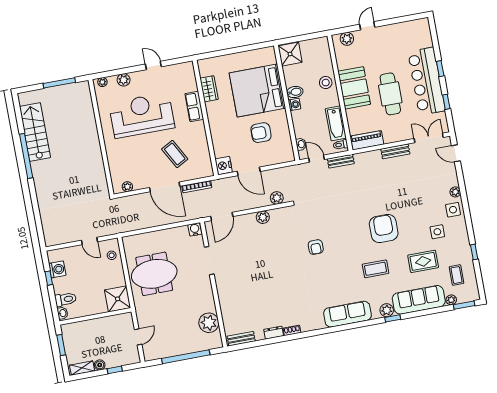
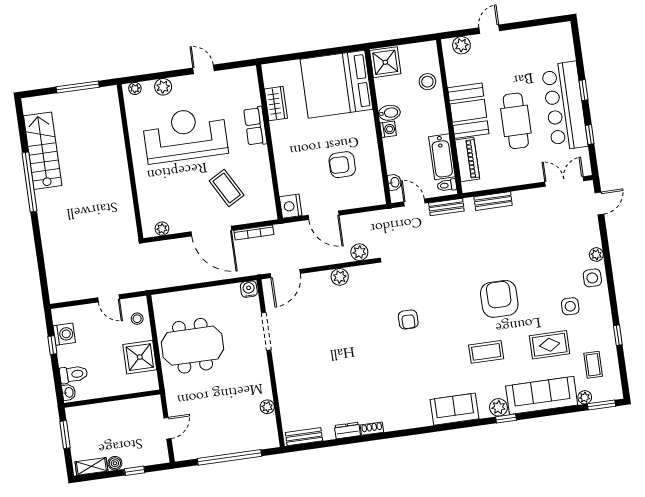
stool: (326, 83) -> (427, 82), moved
bed: (257, 91) -> (337, 84), moved
piano: (367, 140) -> (467, 160), moved, turned 90
bench: (395, 151) -> (493, 201), moved
door: (456, 153) -> (599, 203), swing flipped
shower: (118, 299) -> (140, 357), moved
sofa: (348, 314) -> (455, 409), width x0.73
plant: (209, 323) -> (267, 407), width x0.53, depth x0.53

